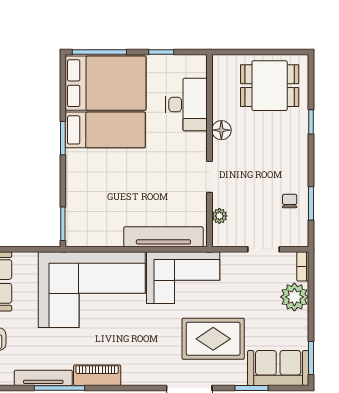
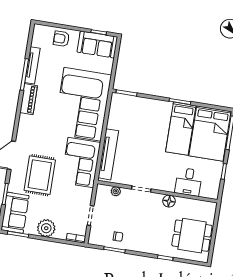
dining table: (270, 86) -> (192, 236), turned 90
desk: (186, 105) -> (188, 182), width x0.73
plant: (294, 297) -> (46, 228), moved

